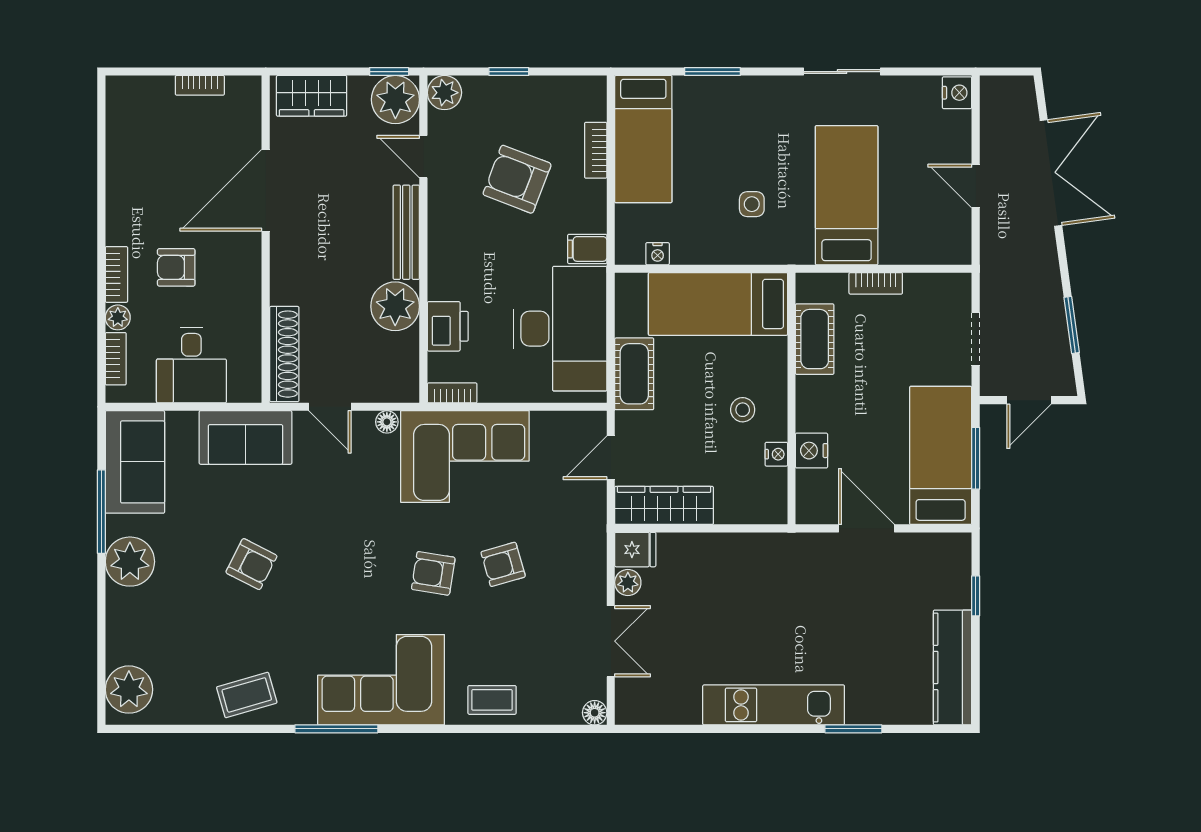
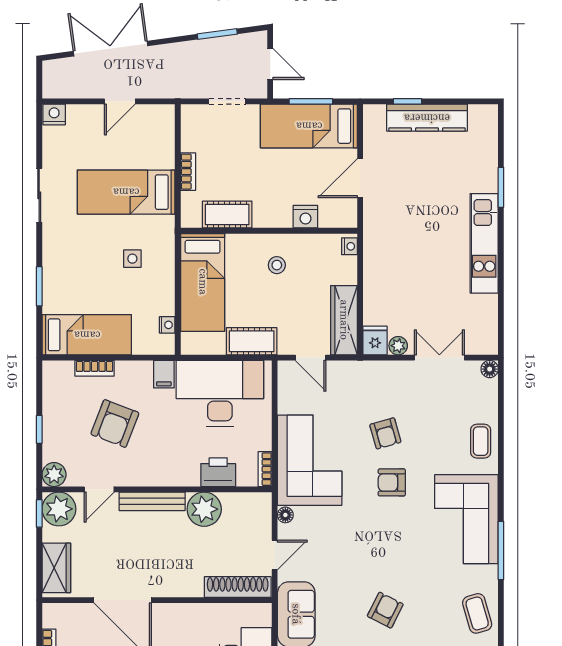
nightstand: (776, 454) -> (349, 246), moved, turned 90
armchair: (433, 573) -> (392, 482), turned 81
kitchen counter: (953, 667) -> (427, 118), moved

